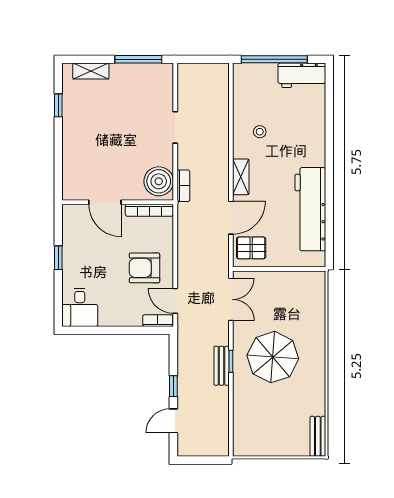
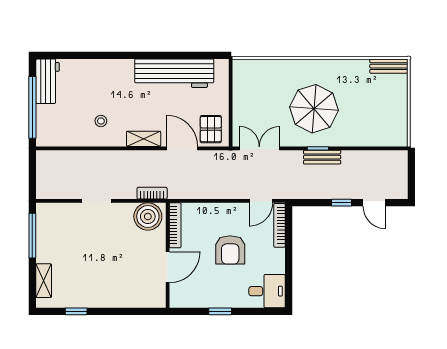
armchair: (144, 268) -> (230, 250), moved
bookcase: (158, 321) -> (279, 225), width x1.56

